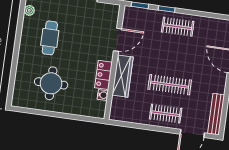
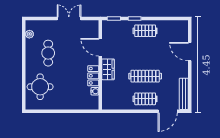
door: (118, 40) -> (100, 47), swing flipped
wardrobe: (123, 76) -> (108, 69), width x0.67
round table: (51, 83) -> (40, 87), moved

